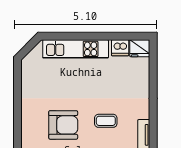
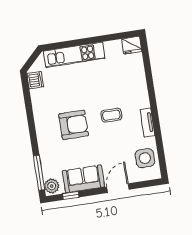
dishwasher: (120, 48) -> (35, 80), moved, turned -90

